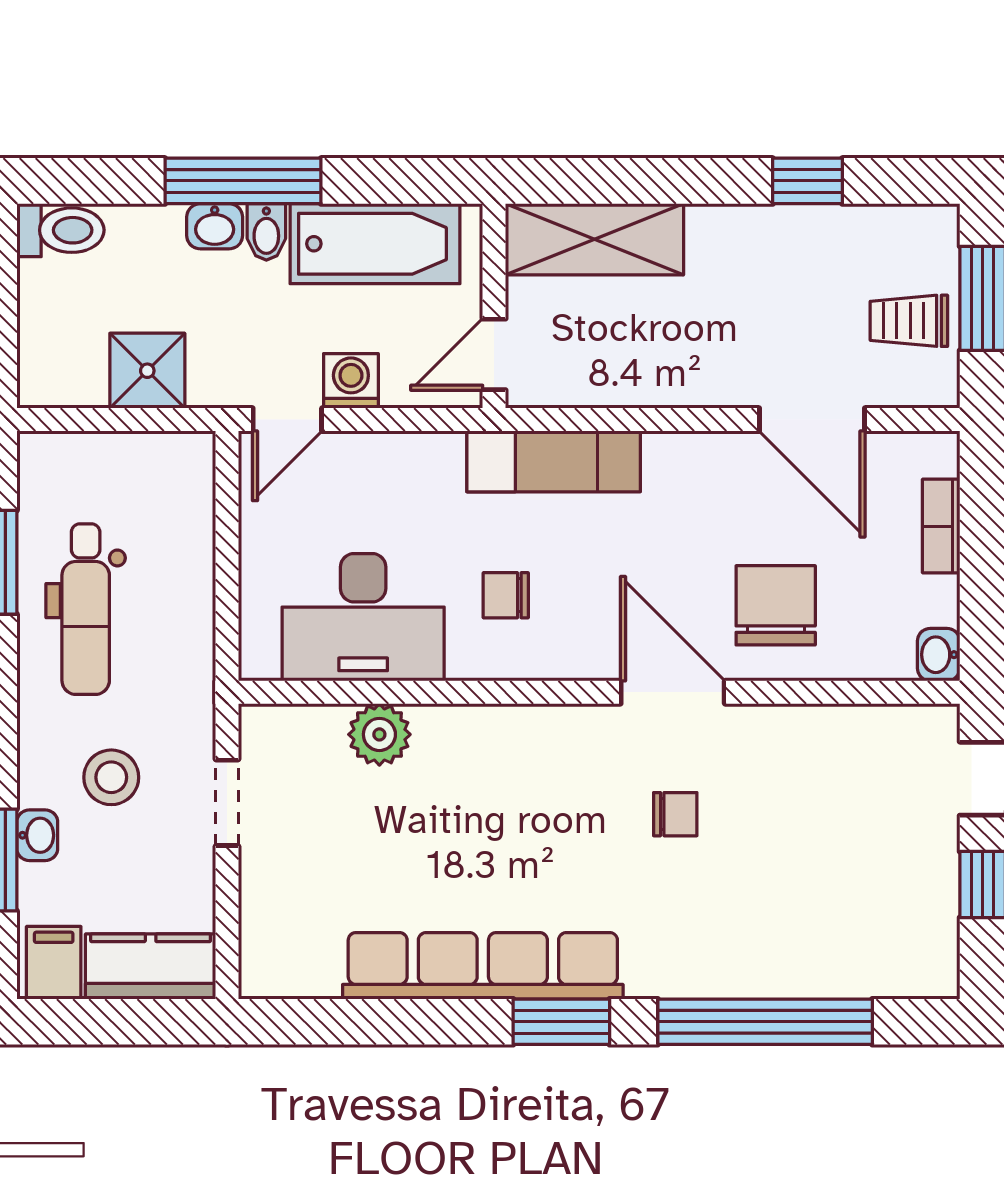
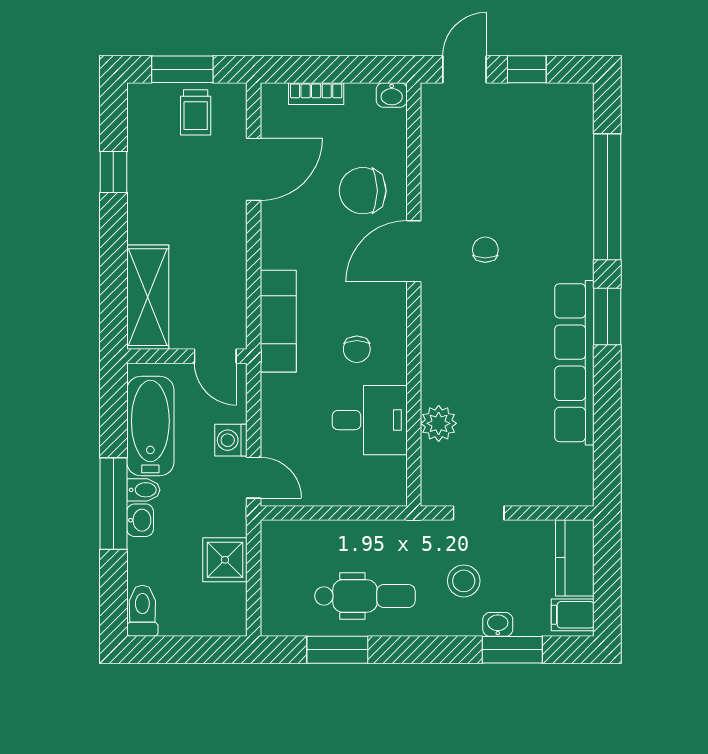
desk: (363, 617) -> (370, 420), width x0.73

